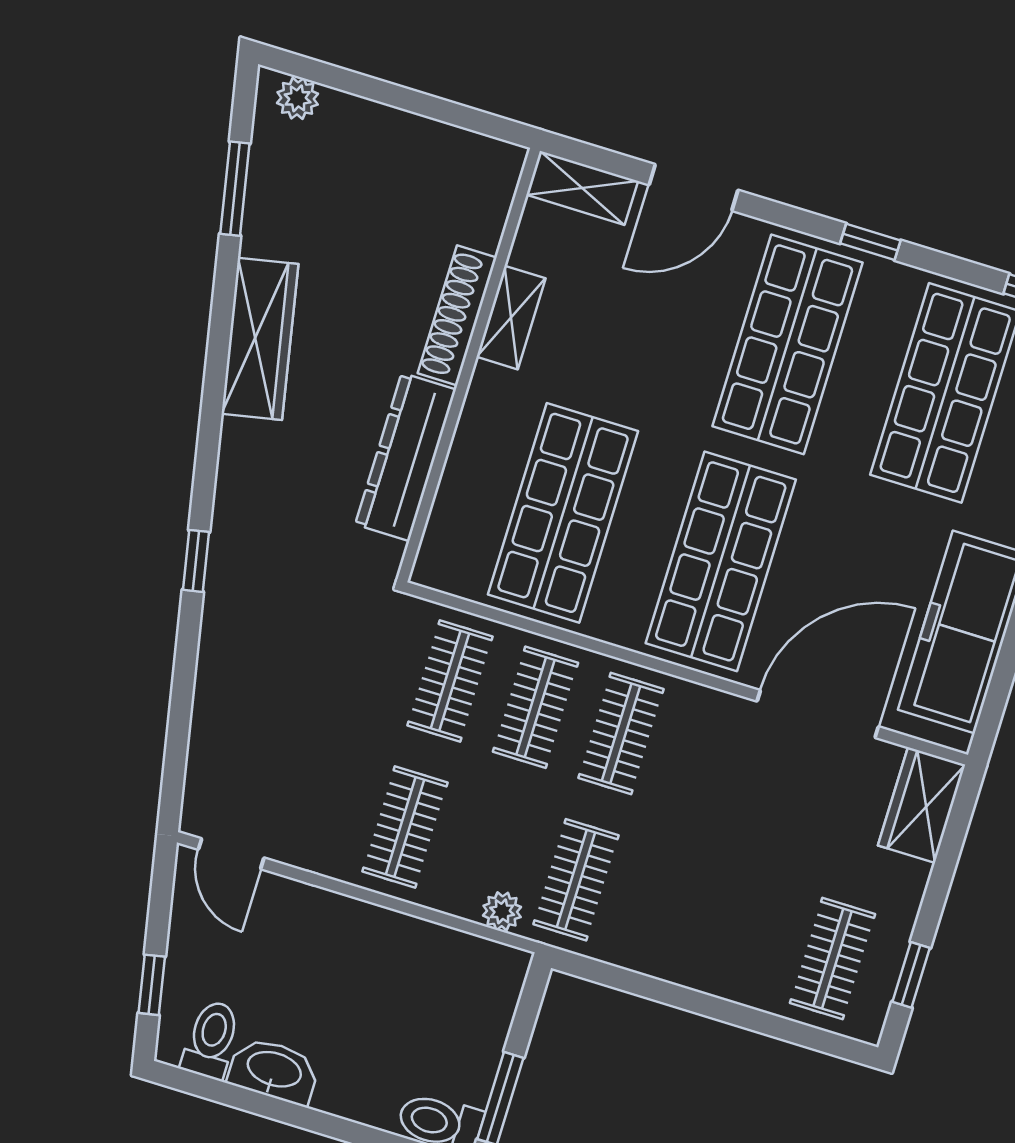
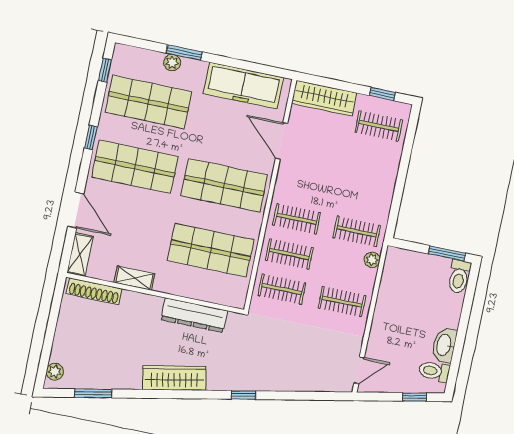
shoe rack: (457, 315) -> (94, 291), moved
wardrobe: (260, 339) -> (174, 378), moved
door: (818, 714) -> (282, 141), width x0.73
wardrobe: (922, 805) -> (324, 98), width x1.50

